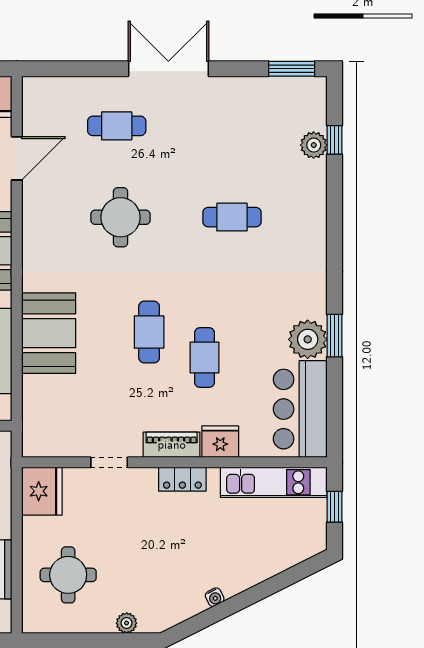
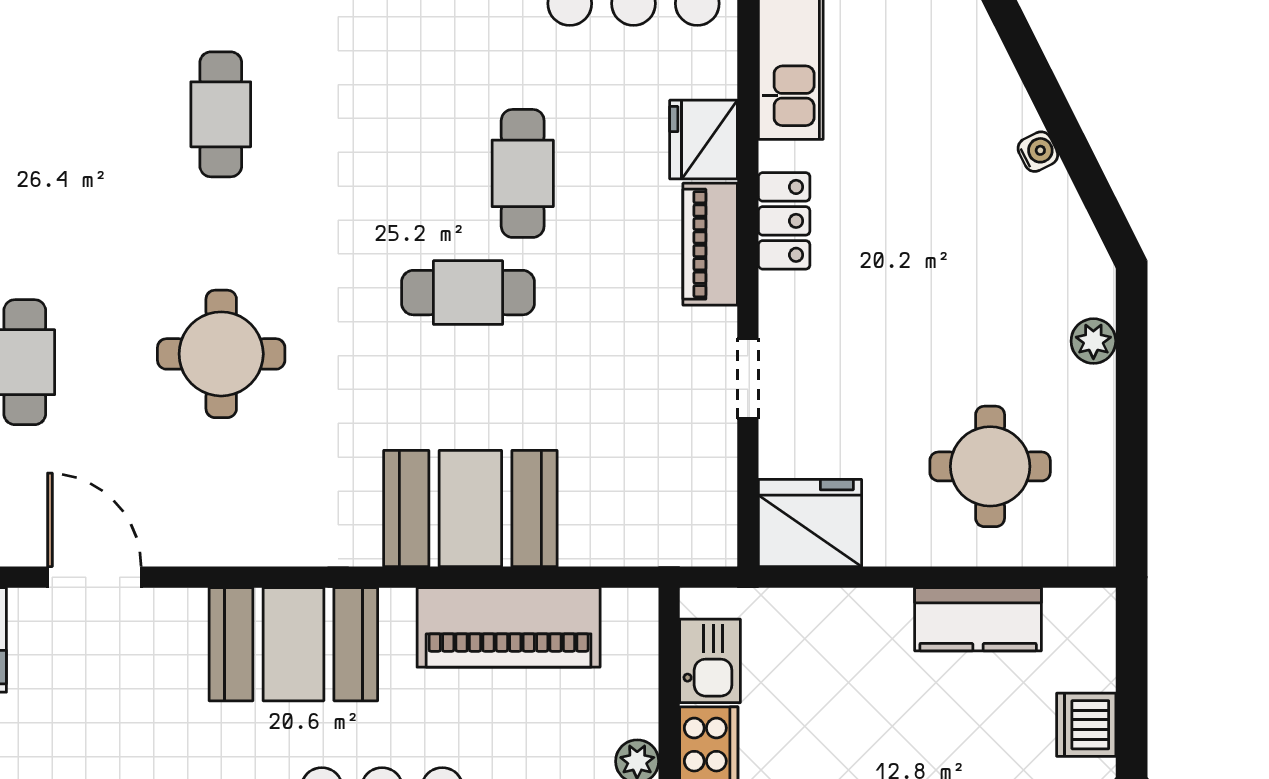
cafe table: (205, 358) -> (523, 173), turned 90

